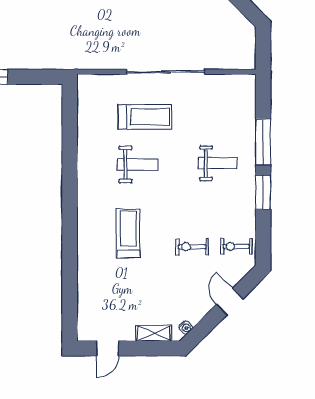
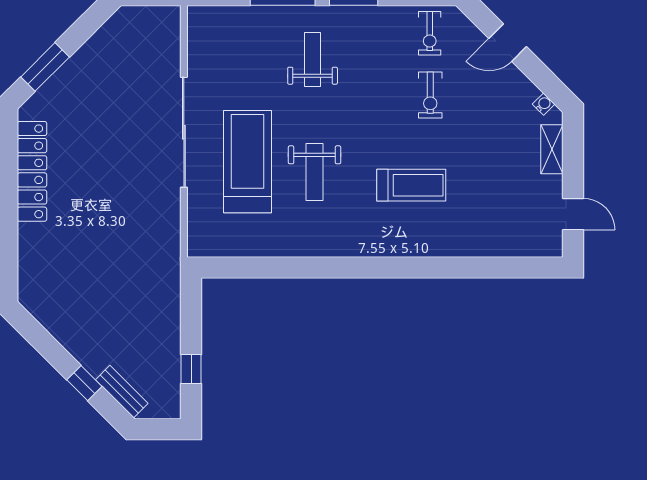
treadmill: (145, 117) -> (248, 162), width x1.37, depth x1.38
weight bench: (137, 165) -> (315, 172), turned 180
treadmill: (128, 233) -> (411, 185), turned 180

